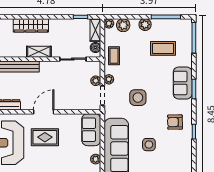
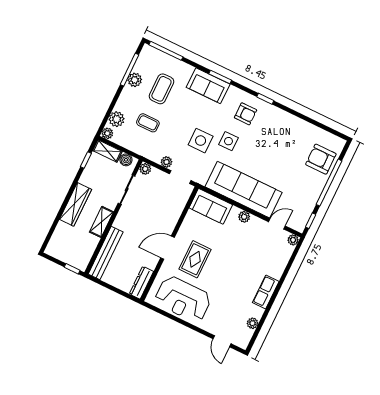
wardrobe: (31, 25) -> (75, 204), moved
plant: (145, 25) -> (135, 80), moved
coffee table: (114, 56) -> (148, 123), moved
plant: (96, 81) -> (145, 169), moved
door: (44, 112) -> (167, 248), hinge flipped
armchair: (175, 122) -> (246, 114), turned -89
side table: (149, 145) -> (228, 141), moved

